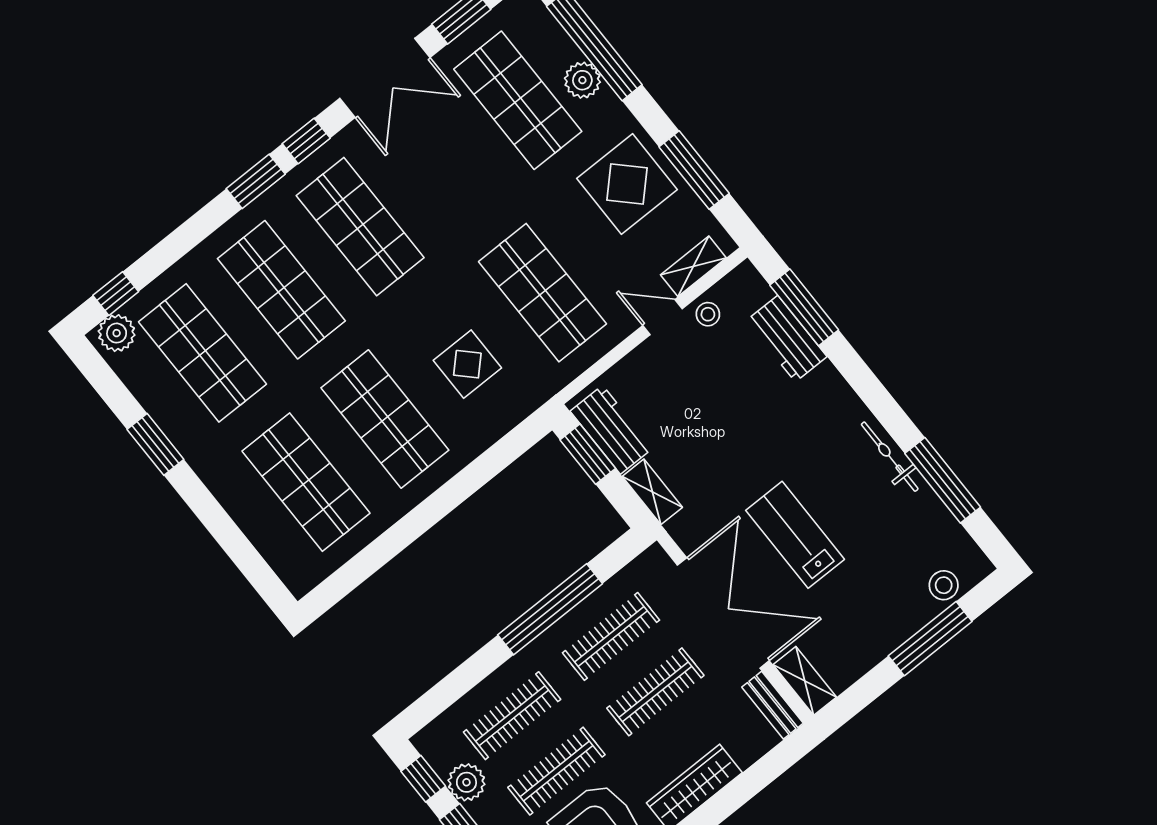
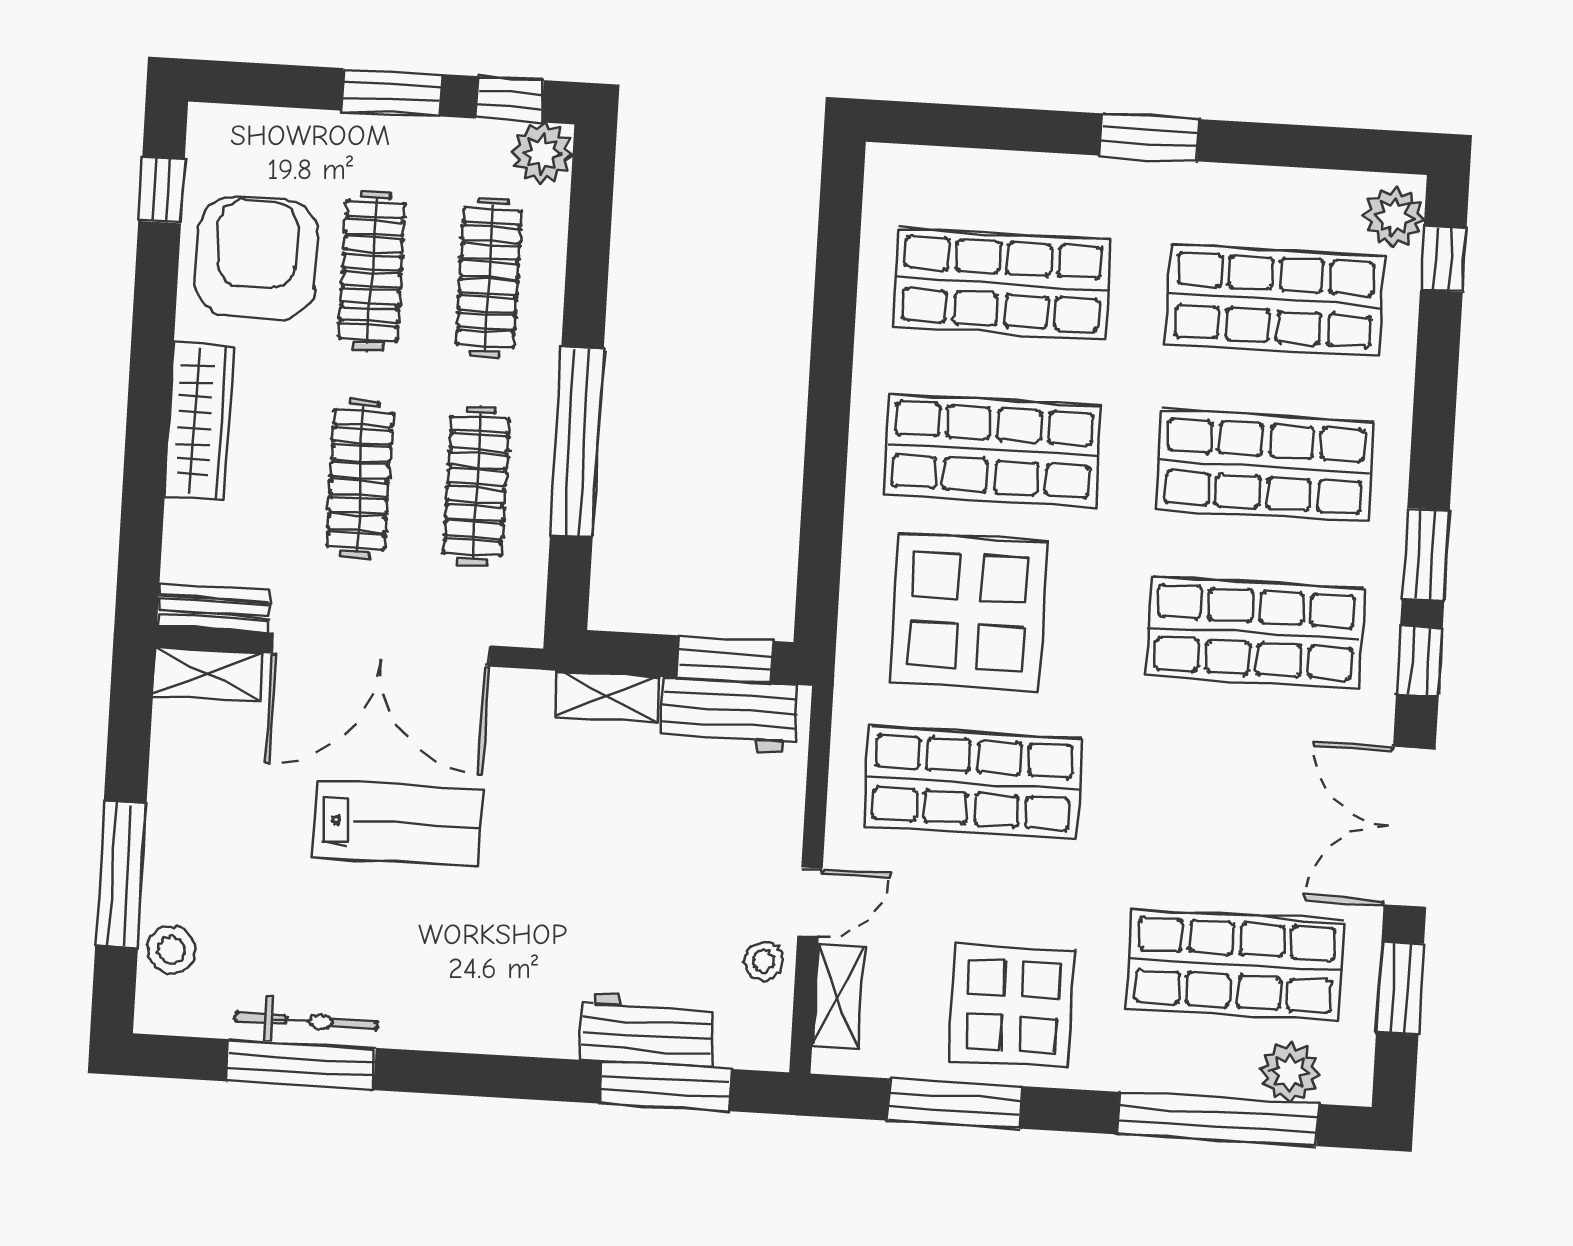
plant: (582, 80) -> (1290, 1072), moved
display table: (467, 364) -> (968, 612), width x1.86, depth x1.86
window: (155, 444) -> (1150, 137), moved
bicycle: (890, 457) -> (306, 1021), moved
plant: (466, 782) -> (542, 153), moved

